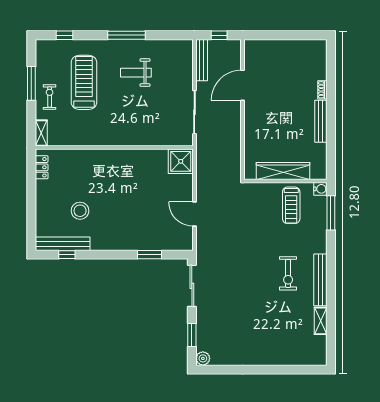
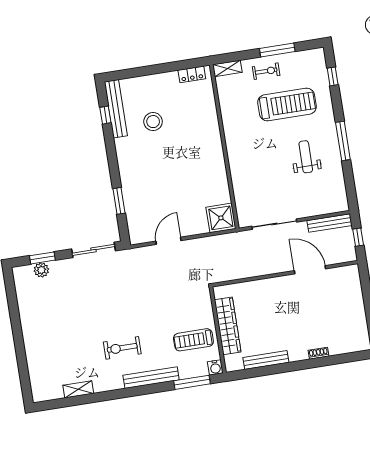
bench: (321, 121) -> (266, 360), moved
bench: (320, 280) -> (151, 378), moved
plant: (203, 358) -> (41, 270), moved

